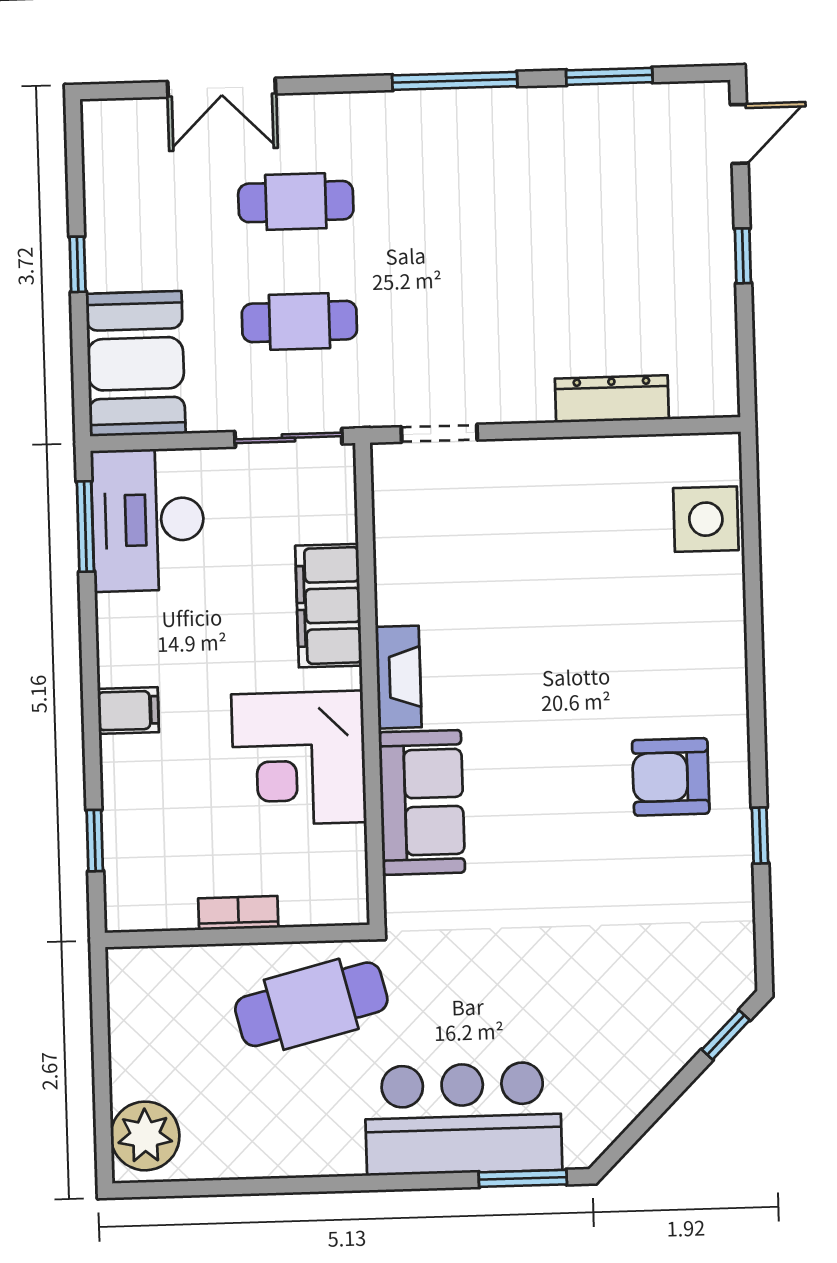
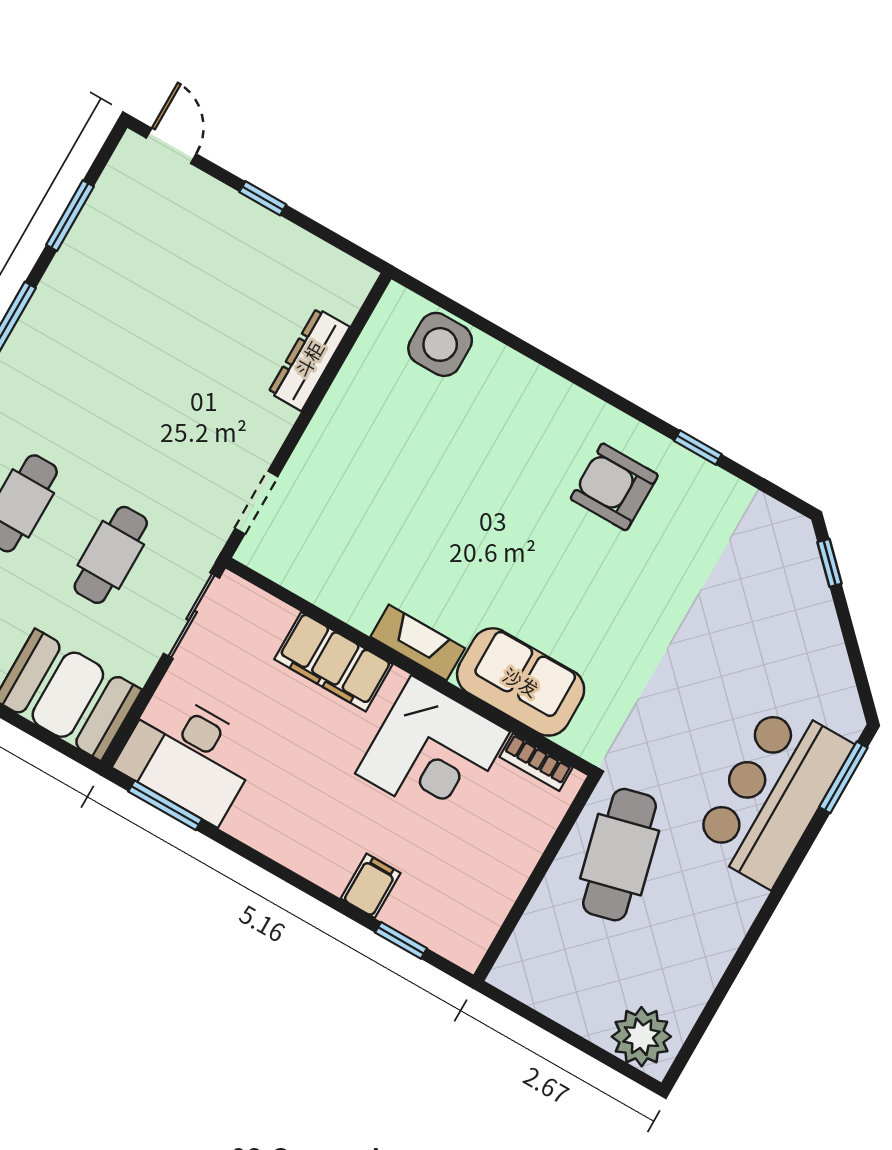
filing cabinet: (128, 711) -> (371, 886), moved
armchair: (671, 777) -> (614, 487), turned 90
bookcase: (238, 913) -> (536, 762), moved, turned -90

